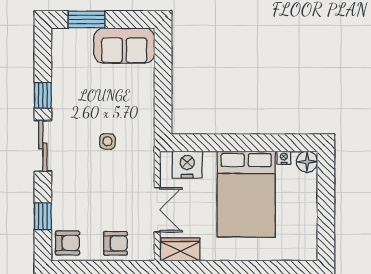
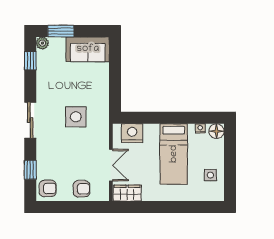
plant: (60, 37) -> (42, 43), added
window: (43, 95) -> (30, 61), moved
side table: (107, 141) -> (76, 117), width x1.87, depth x1.87
bed: (246, 194) -> (174, 154), width x0.67
side table: (298, 224) -> (210, 175), added

